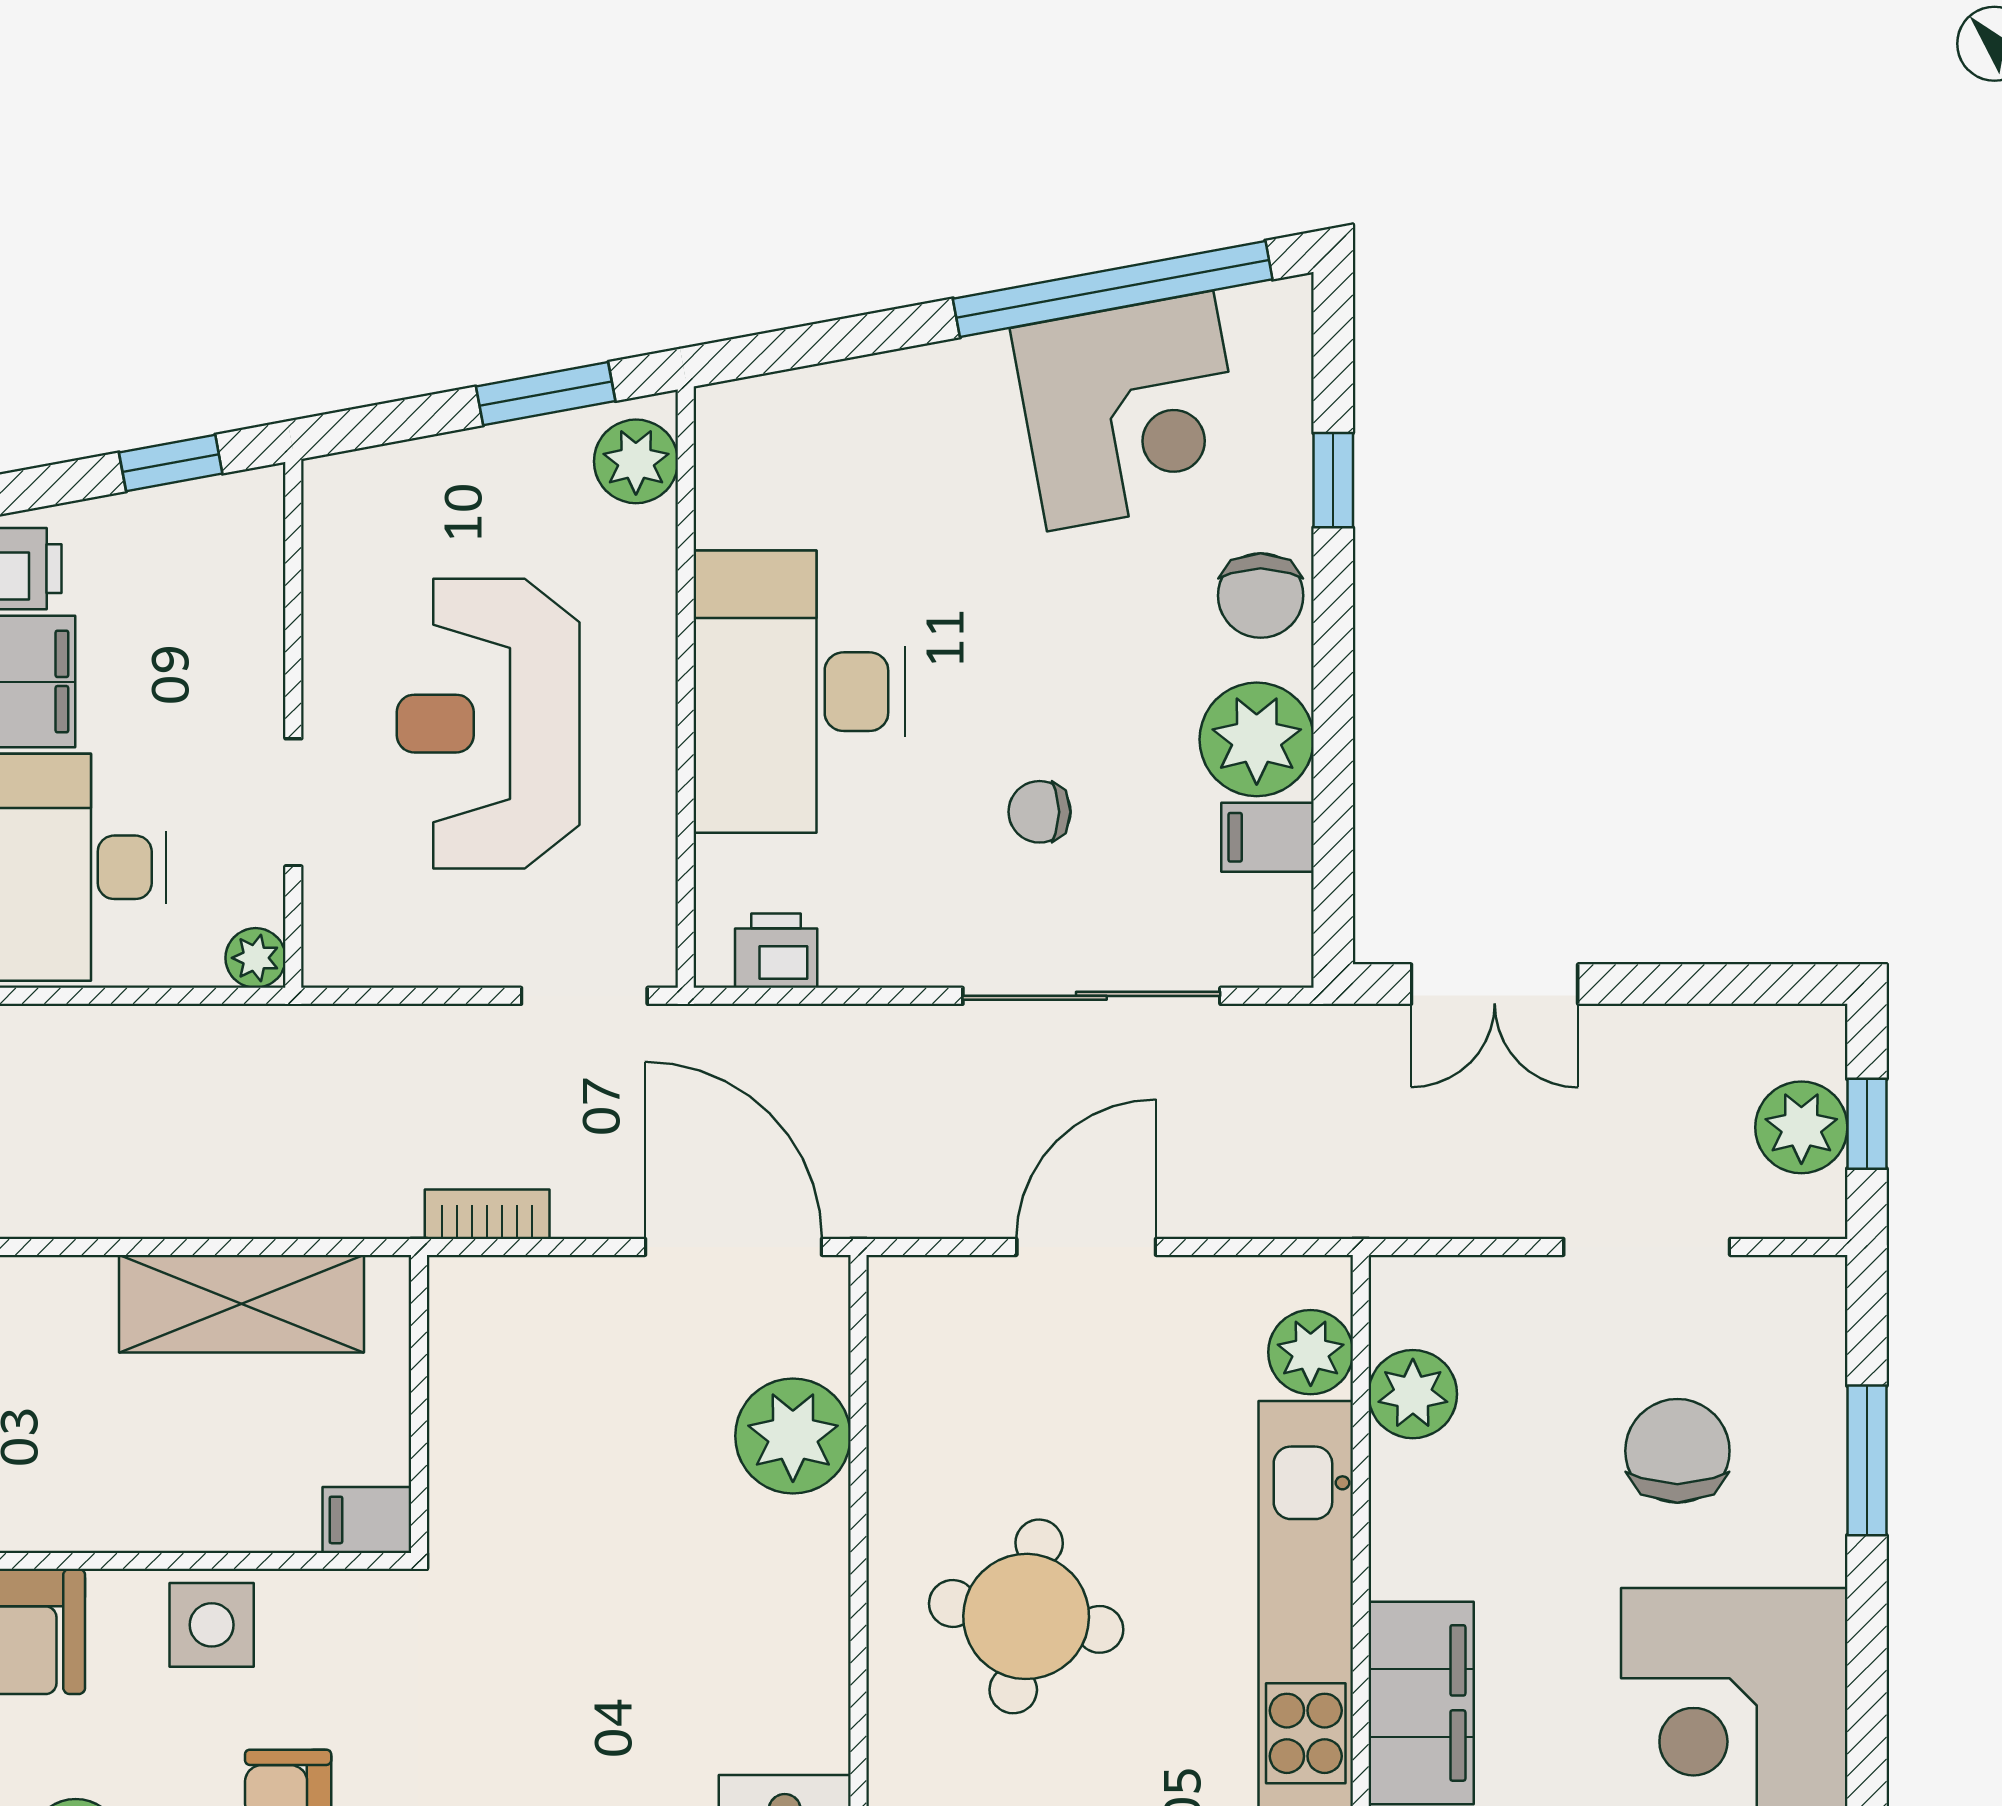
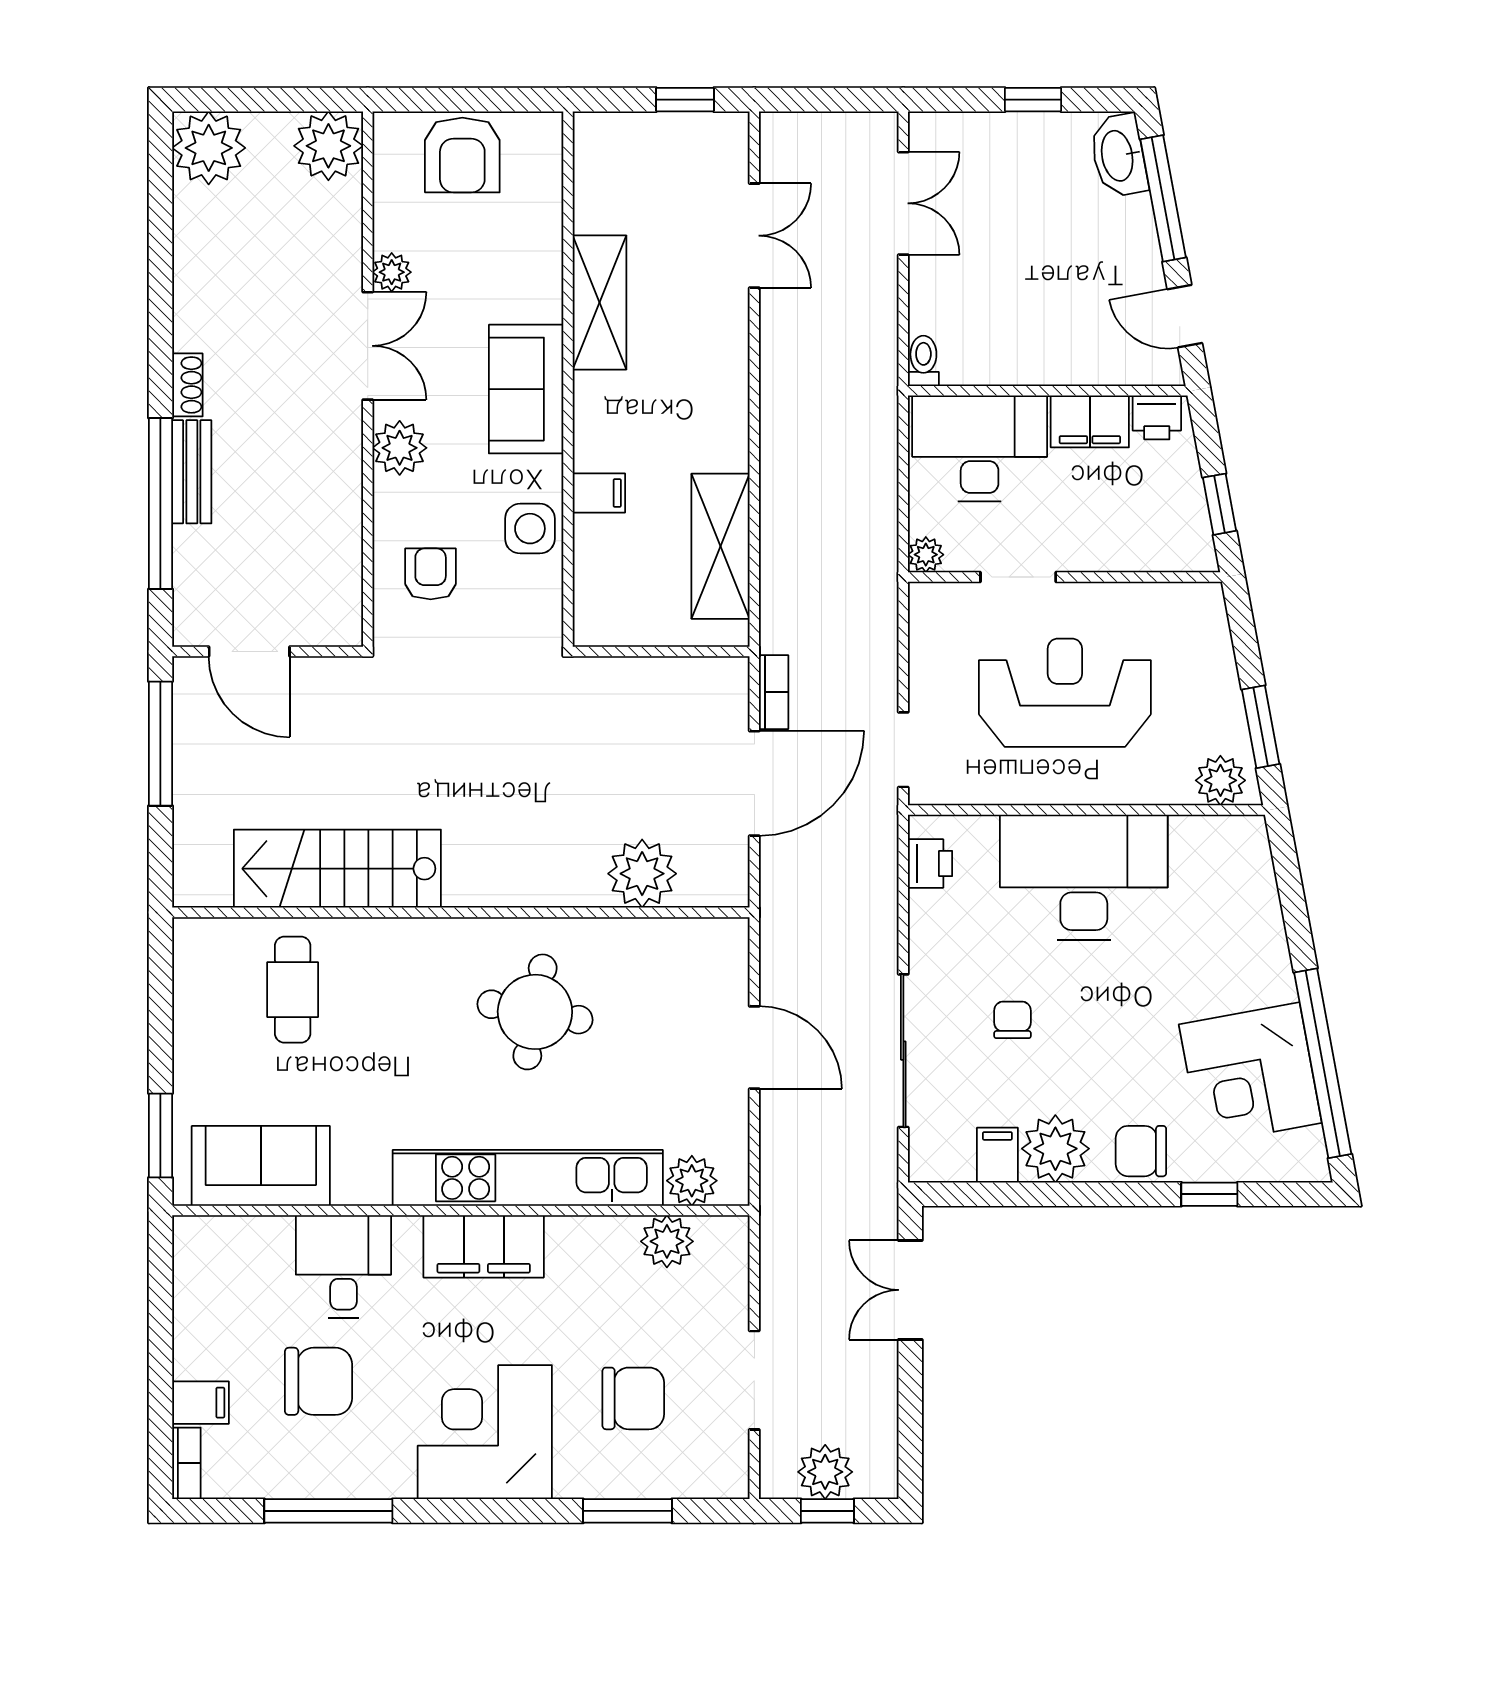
door: (734, 1247) -> (754, 783), moved
filing cabinet: (367, 1520) -> (599, 493), moved, turned 90

